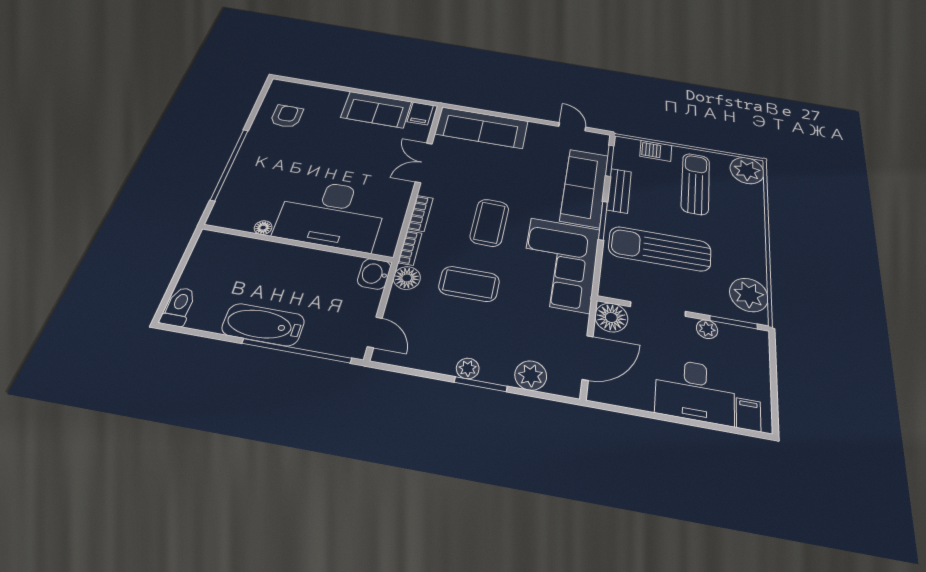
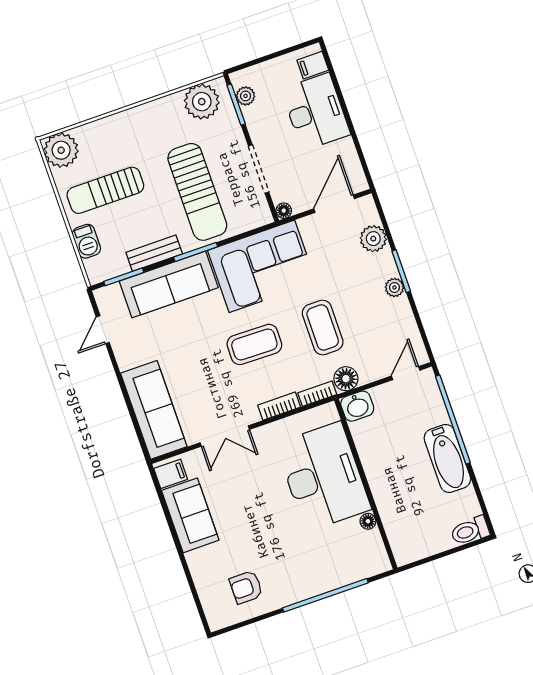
floor lamp: (611, 317) -> (284, 211), width x0.53, depth x0.53
plant: (707, 329) -> (246, 96), moved
door: (588, 358) -> (334, 204), hinge flipped

